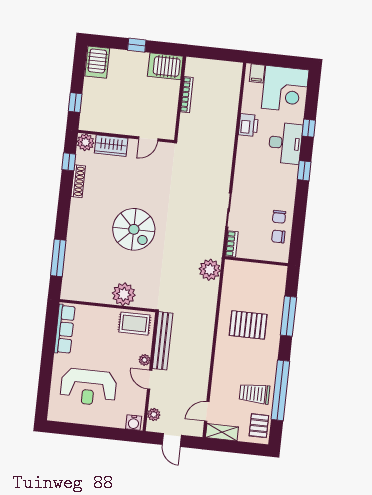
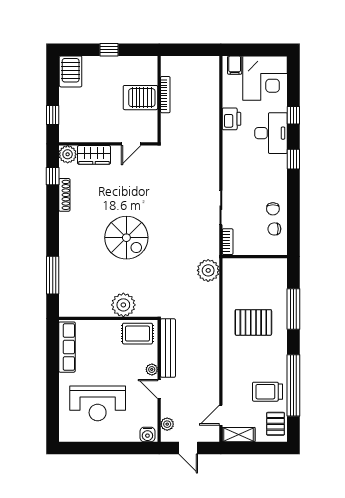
server rack: (165, 66) -> (140, 98), moved

